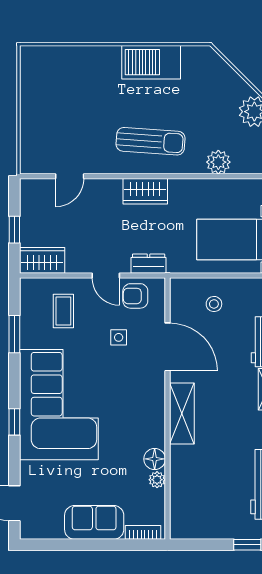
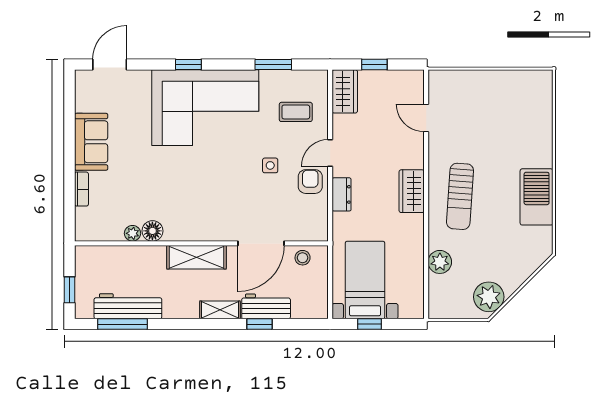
door: (167, 347) -> (261, 243), moved
wall: (167, 409) -> (201, 243), moved
shelving: (182, 414) -> (197, 257), moved
floor lamp: (155, 459) -> (152, 231), moved
plant: (157, 480) -> (132, 233), moved

